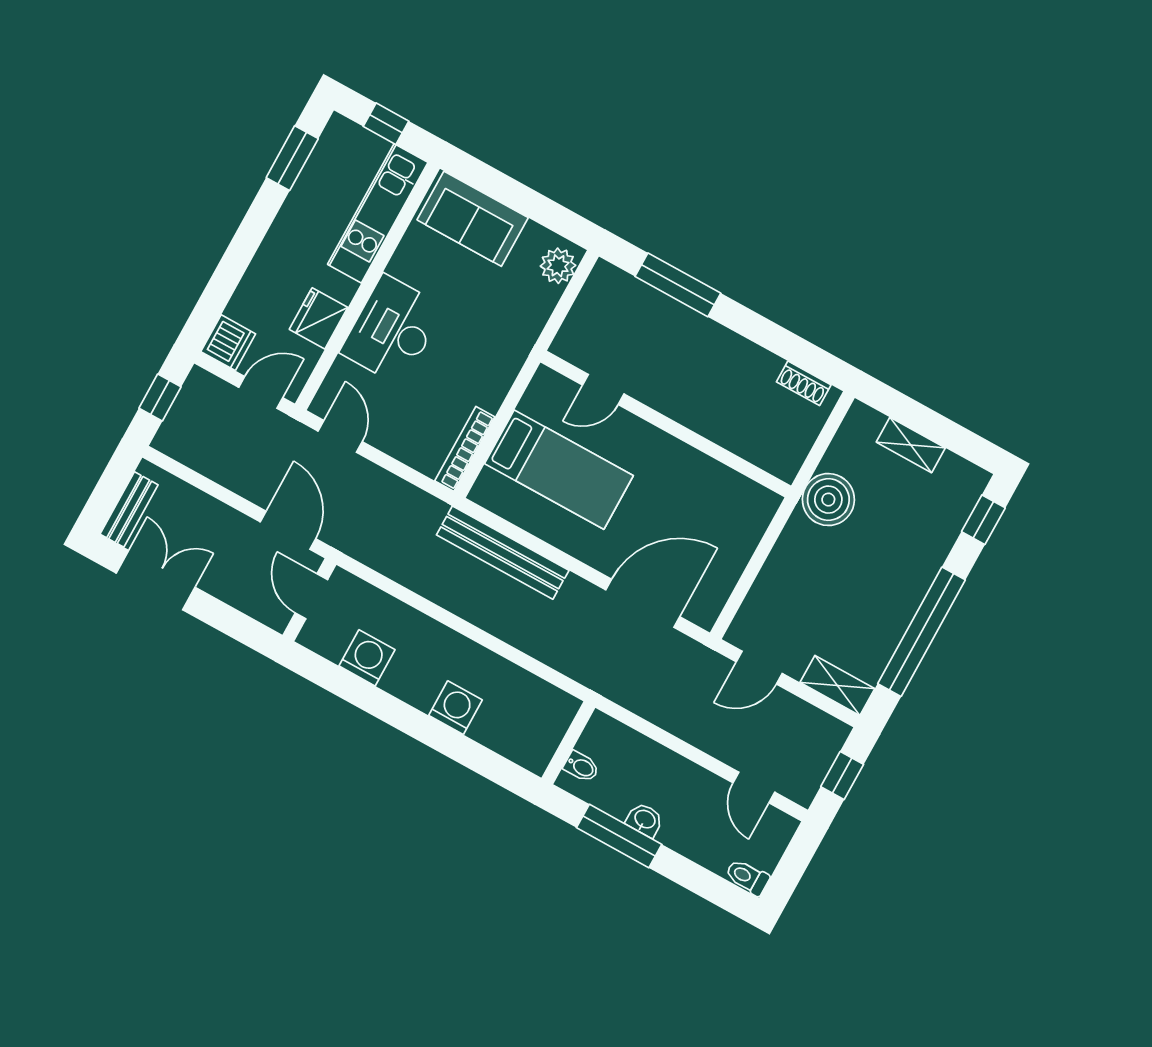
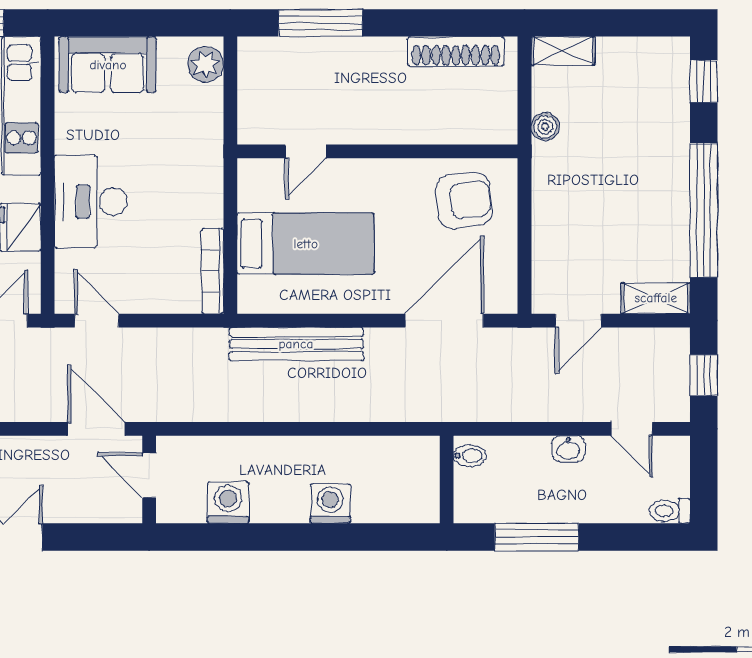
shoe rack: (804, 383) -> (456, 51), width x1.94, depth x1.24
shelving: (911, 445) -> (563, 51), moved
boiler: (828, 500) -> (545, 127), width x0.54, depth x0.54
armchair: (717, 508) -> (464, 201), added
bidet: (581, 767) -> (470, 456), moved
washbasin: (645, 820) -> (568, 449), moved, turned 180

